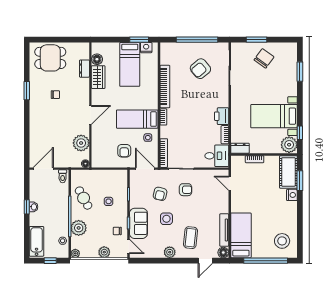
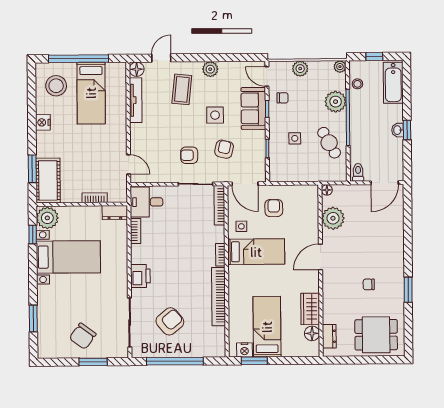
dresser: (84, 69) -> (329, 336), moved
printer: (222, 116) -> (140, 276), moved
nightstand: (292, 195) -> (43, 122), moved
bed: (241, 235) -> (91, 93), moved

